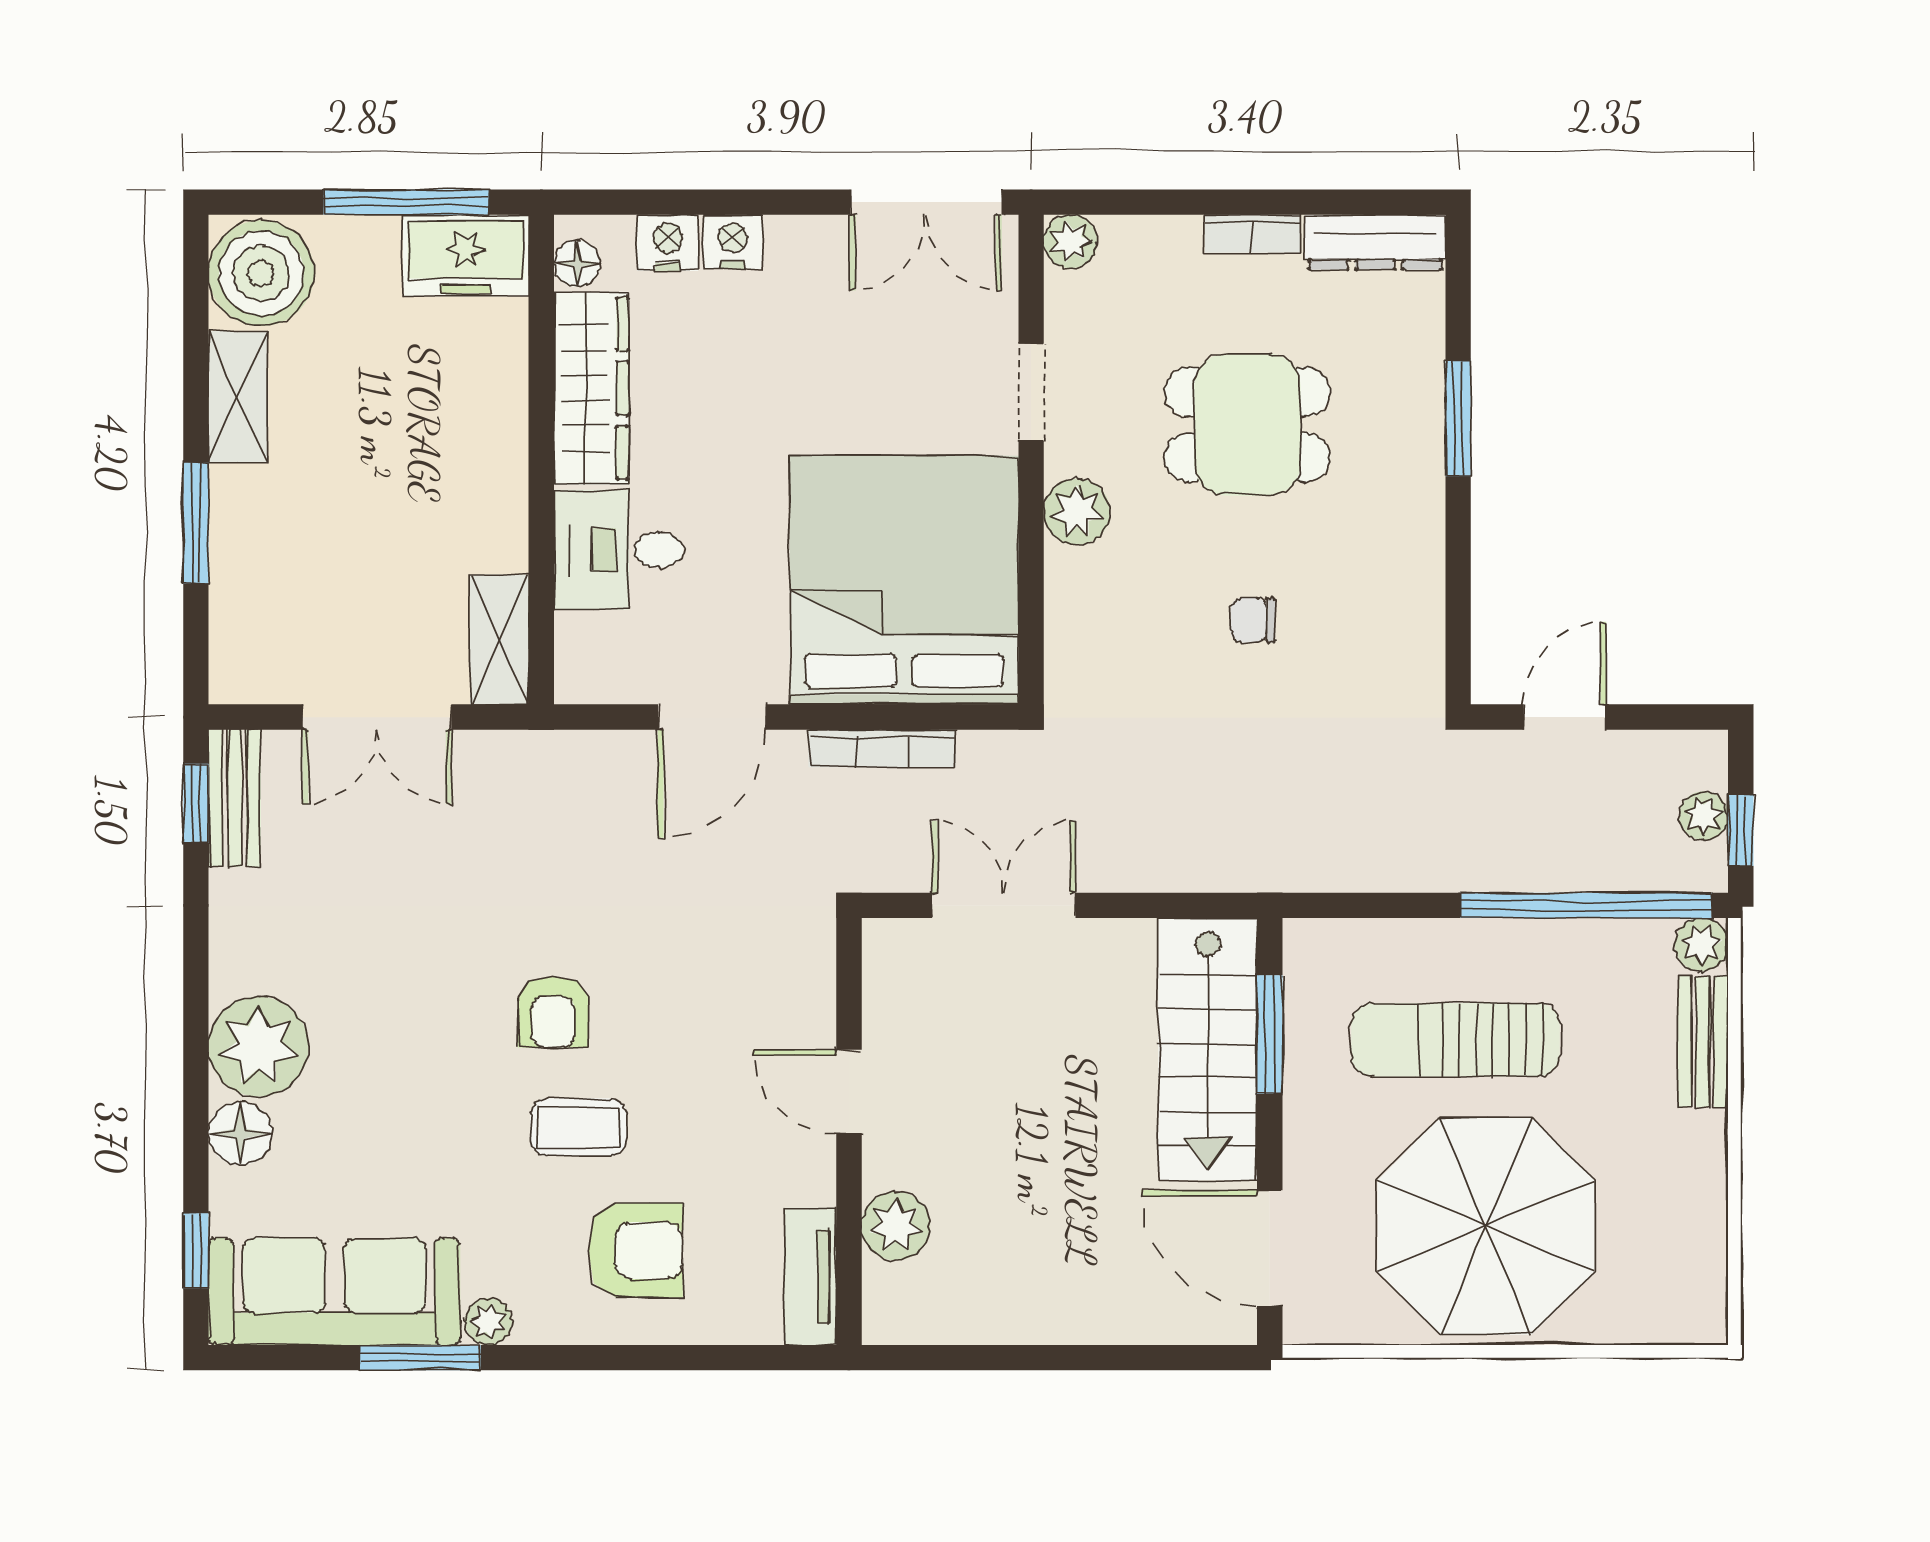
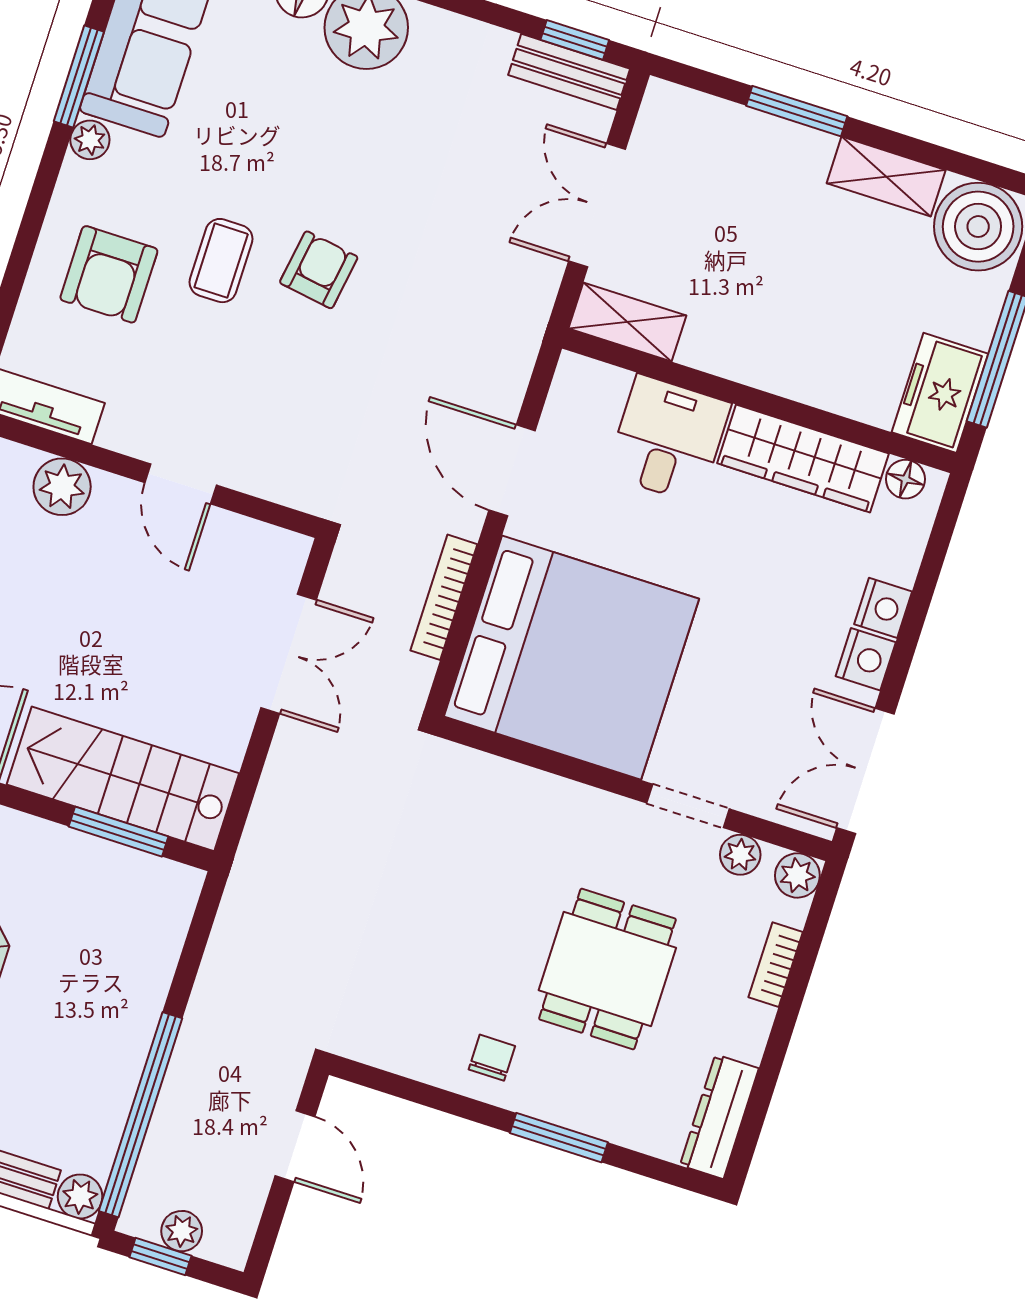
bookcase: (1253, 234) -> (776, 965), moved
nightstand: (668, 243) -> (866, 659), moved
plant: (1077, 512) -> (740, 855), moved, width x0.73, depth x0.73
chair: (1253, 620) -> (492, 1058), moved
armchair: (553, 1012) -> (319, 270), turned 99
sun lounger: (1455, 1040) -> (67, 977), removed
door: (849, 1091) -> (181, 484), swing flipped

